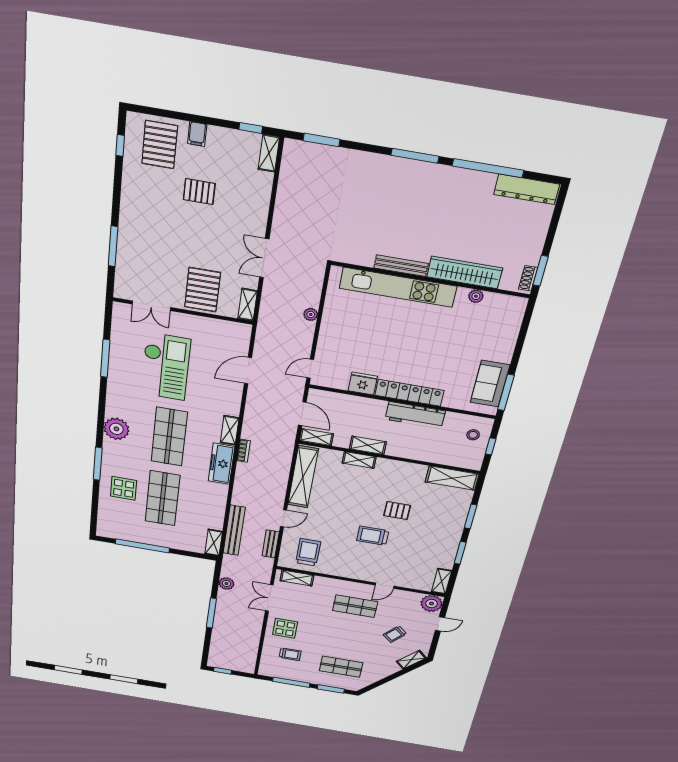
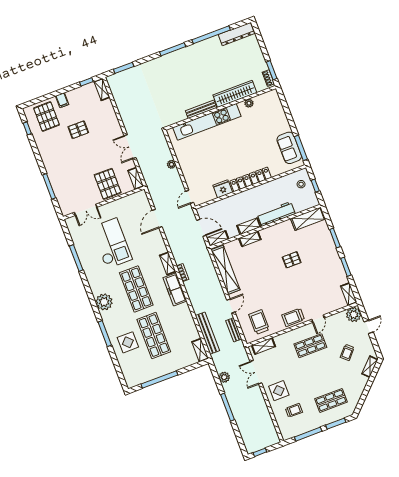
workbench: (415, 415) -> (276, 214), moved, turned 180
trolley: (373, 536) -> (293, 317), moved

